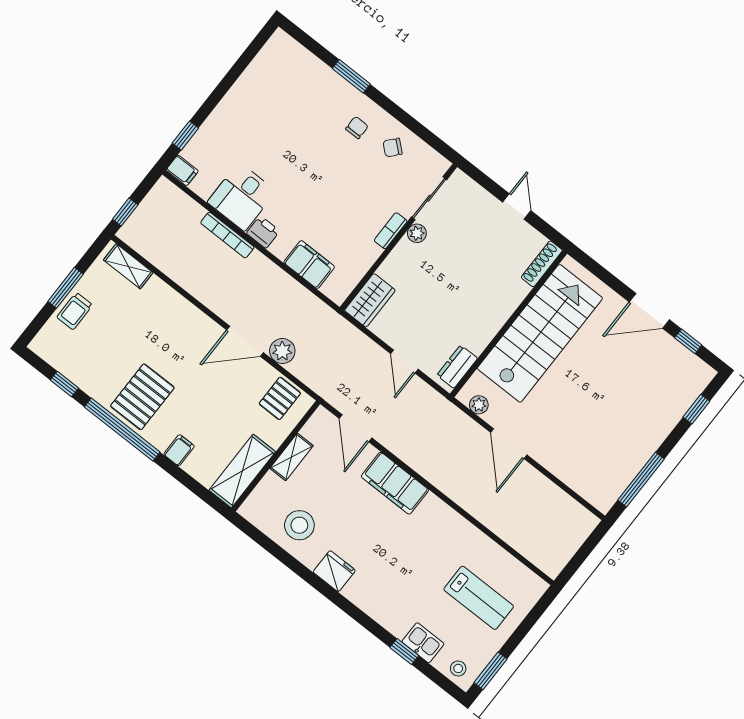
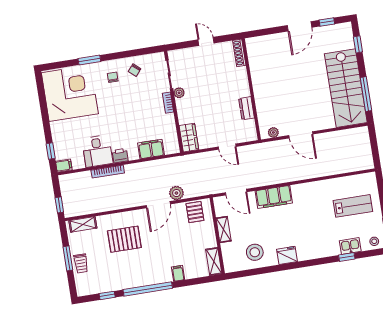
corner desk: (284, 91) -> (70, 93), added
stairs: (540, 333) -> (346, 88), moved, turned 180
dresser: (457, 367) -> (246, 108), moved
pallet: (142, 397) -> (124, 239), moved, turned 90
shelving: (242, 471) -> (214, 262), width x0.67, depth x0.75

